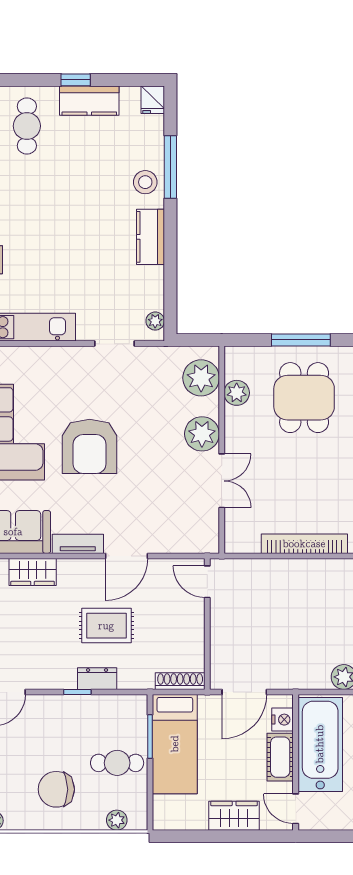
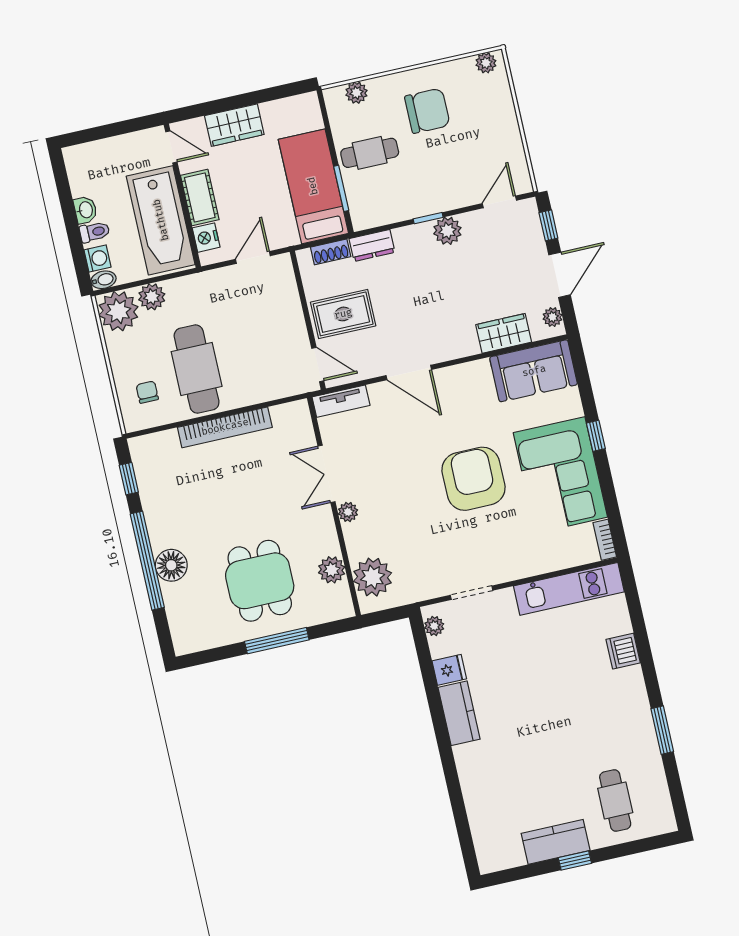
fridge: (153, 100) -> (449, 670), moved, turned 90
window: (170, 167) -> (455, 791), removed
stool: (145, 182) -> (478, 770), removed
plant: (202, 434) -> (348, 512), width x0.53, depth x0.53
tv unit: (78, 544) -> (341, 401), moved
door: (126, 556) -> (409, 372), swing flipped
cafe table: (318, 602) -> (197, 369), added
rug: (106, 626) -> (343, 314), moved
plant: (63, 676) -> (447, 231), added
dresser: (97, 679) -> (372, 245), moved
shoe rack: (180, 681) -> (331, 252), width x0.70
door: (244, 692) -> (253, 258), width x0.73

